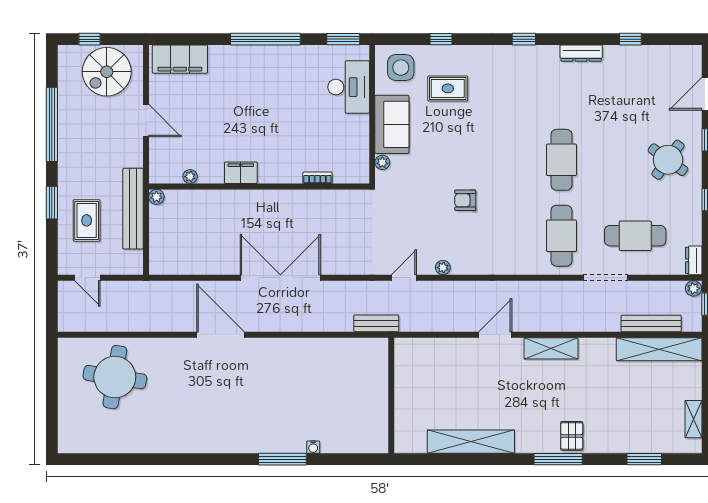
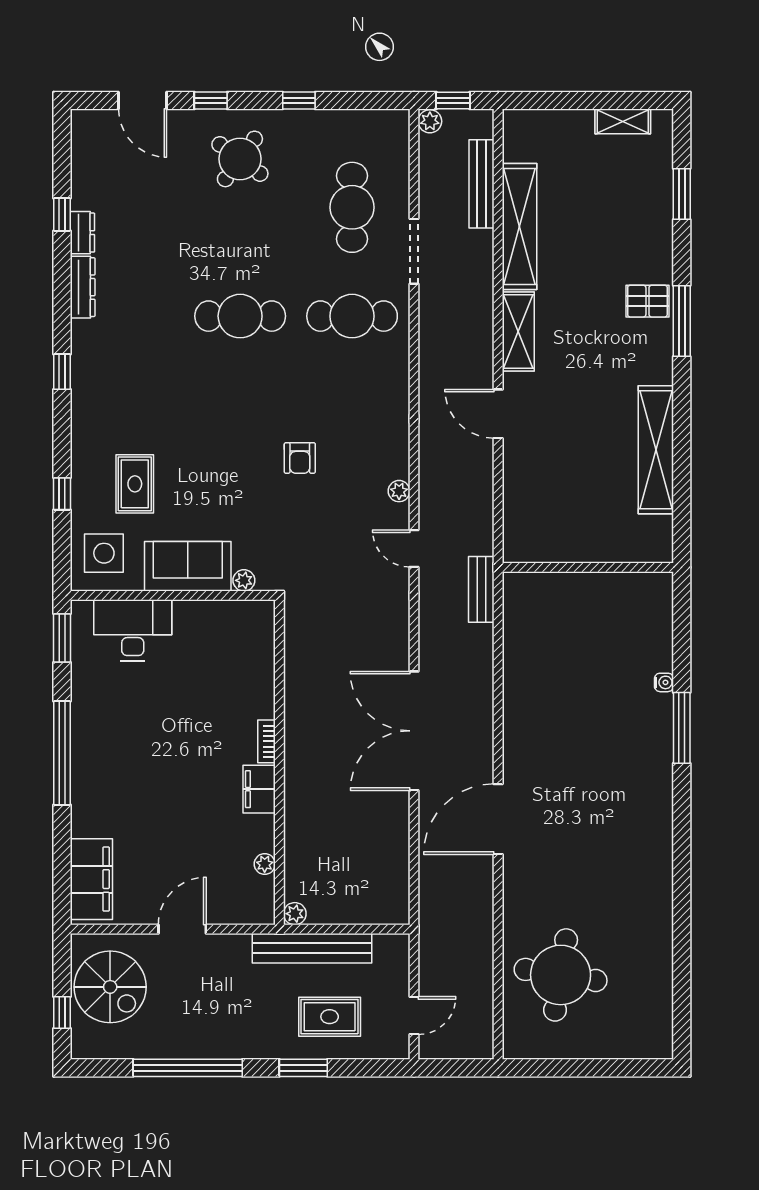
bookcase: (317, 178) -> (267, 741), moved
dresser: (694, 260) -> (82, 233), moved, turned -90
shelving: (659, 349) -> (519, 226), moved

